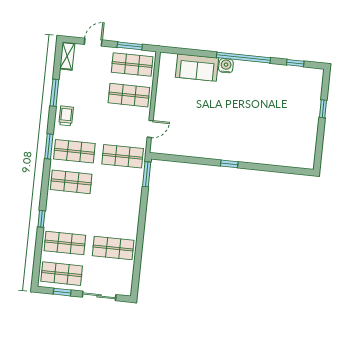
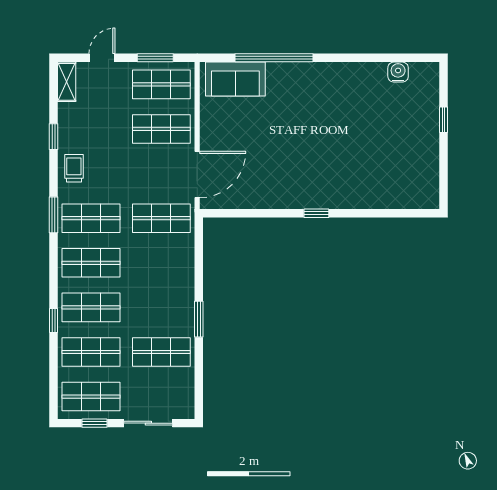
window: (243, 58) -> (274, 58), moved
window: (295, 63) -> (397, 58), removed
water cooler: (226, 66) -> (398, 72), moved
sofa: (197, 68) -> (235, 79), moved
window: (54, 93) -> (54, 137), width x0.67
door: (150, 129) -> (197, 175), width x1.88
window: (147, 174) -> (199, 319), moved
shop shelf: (68, 212) -> (91, 307), added

